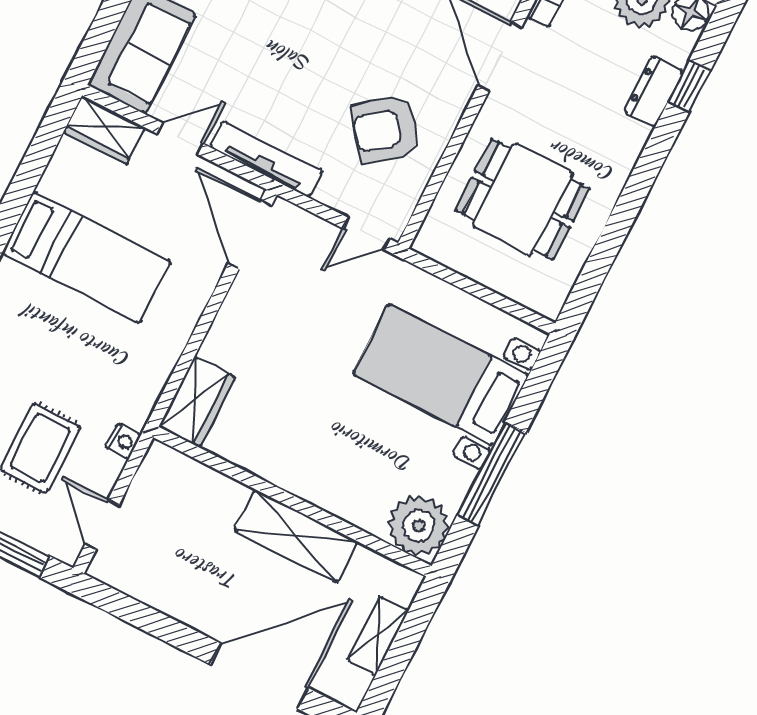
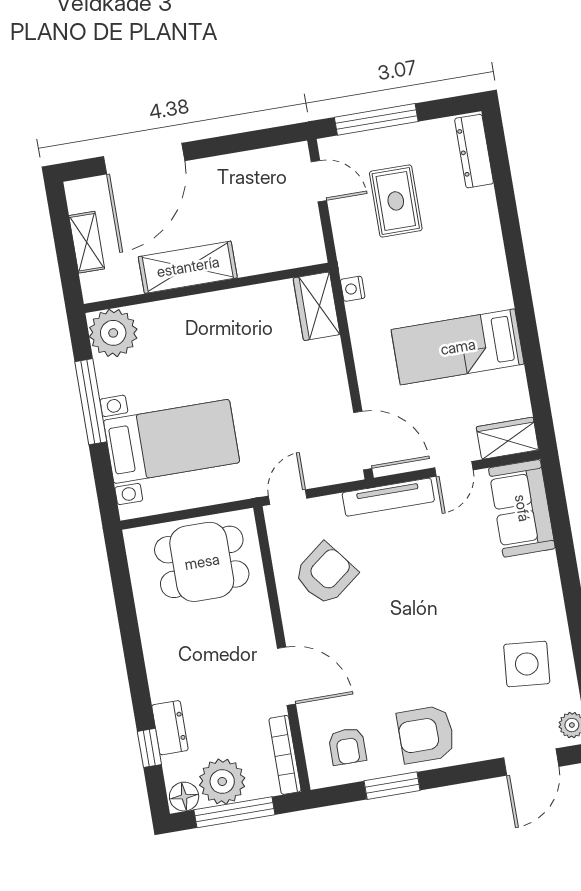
dining table: (522, 199) -> (202, 562), moved
nightstand: (123, 441) -> (353, 289), moved

